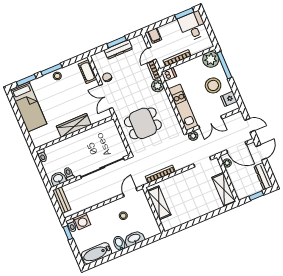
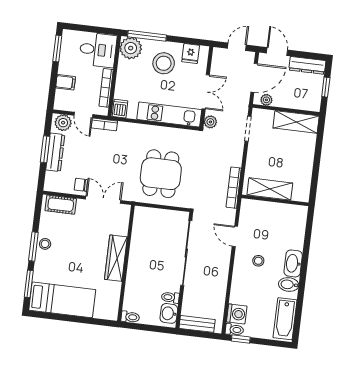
desk: (193, 26) -> (98, 50), moved, turned 180
filing cabinet: (155, 36) -> (66, 82), moved
plant: (158, 86) -> (63, 123), moved
double door: (106, 97) -> (103, 200), swing flipped
shelving: (159, 203) -> (270, 189), moved
wall: (154, 210) -> (275, 200), moved

